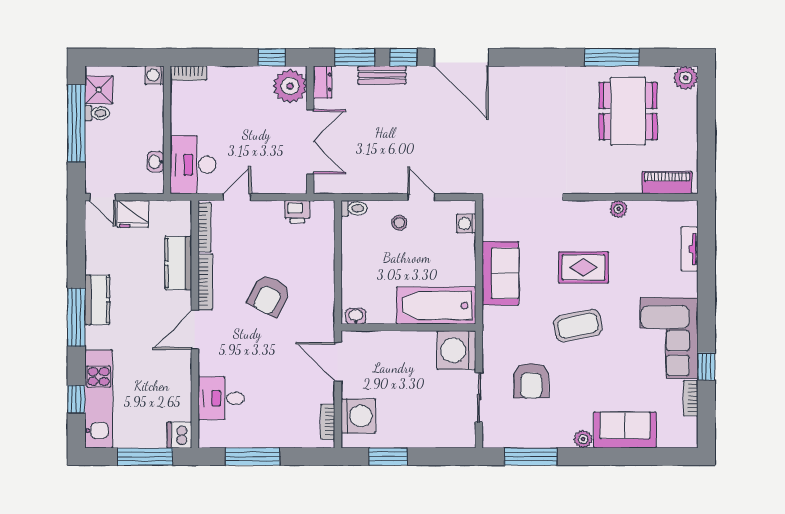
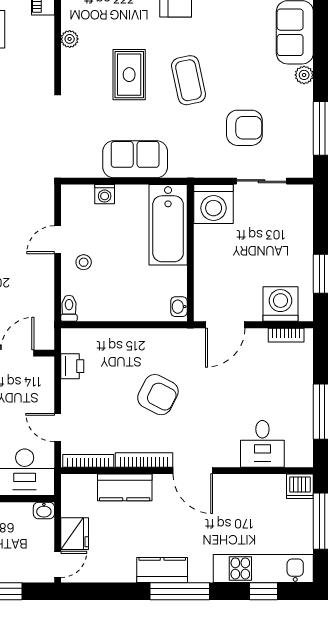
washbasin: (156, 162) -> (44, 510), moved
washing machine: (466, 224) -> (105, 194), moved

